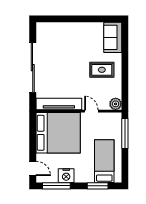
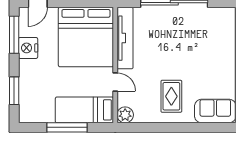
door: (91, 111) -> (115, 82), hinge flipped
window: (125, 133) -> (67, 127), moved
bed: (104, 161) -> (84, 110), moved, turned 180

